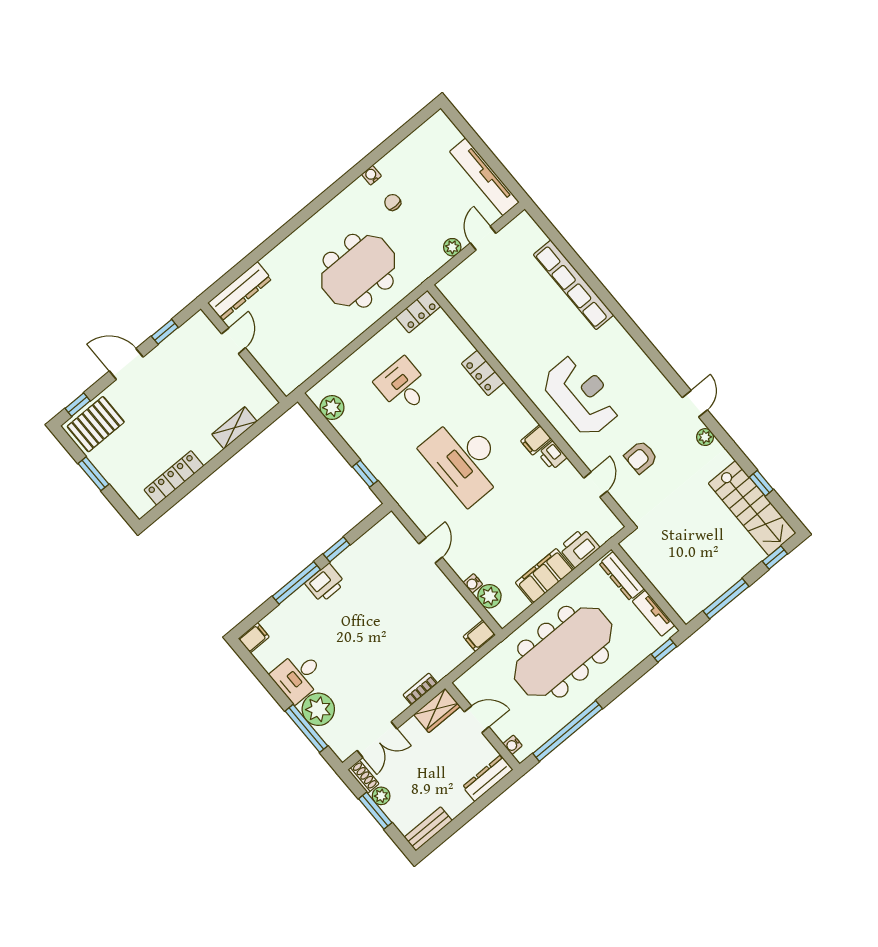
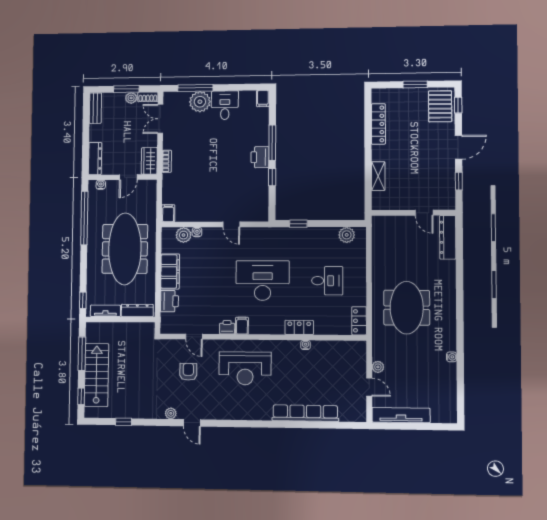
chair: (393, 202) -> (428, 356), removed
water cooler: (497, 349) -> (306, 345), added
stairs: (752, 508) -> (96, 375), moved, turned 90

